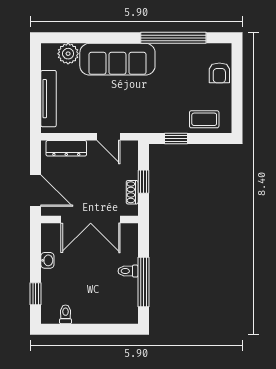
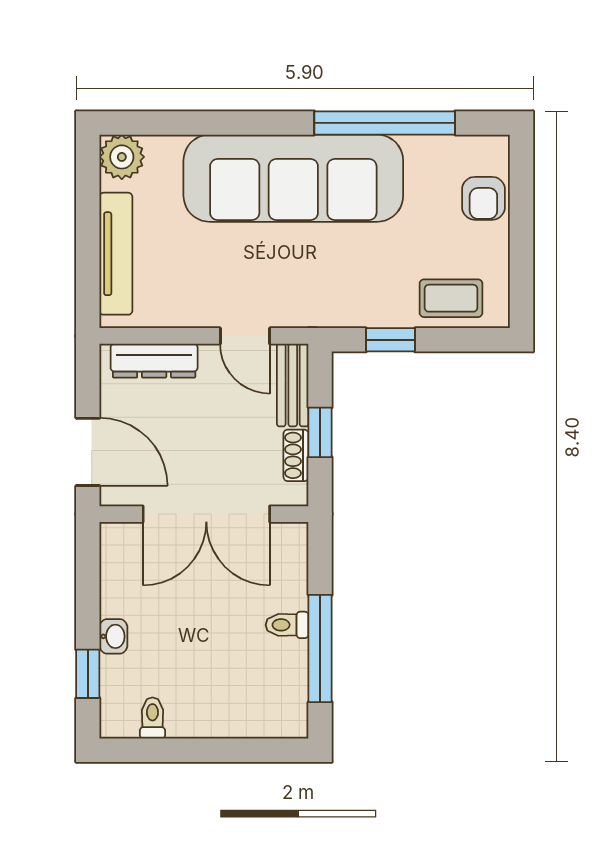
plant: (68, 54) -> (122, 157), moved
sofa: (117, 59) -> (293, 178), width x1.36, depth x1.27
bench: (131, 160) -> (293, 385), added
washbasin: (47, 260) -> (113, 636), moved

